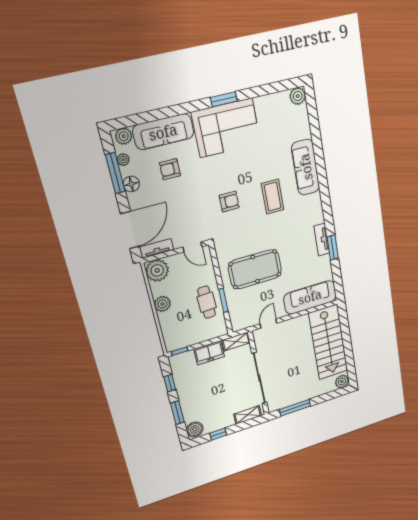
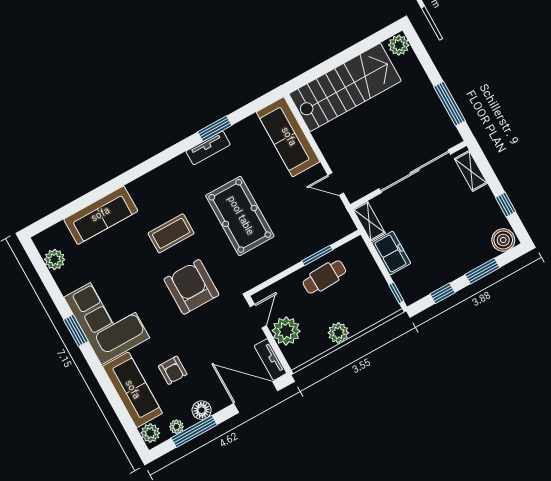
plant: (298, 96) -> (55, 259), moved
sofa: (306, 167) -> (101, 215), moved
armchair: (229, 202) -> (191, 287), width x1.88, depth x1.88
pool table: (255, 269) -> (240, 216), moved
plant: (157, 270) -> (286, 331), moved

